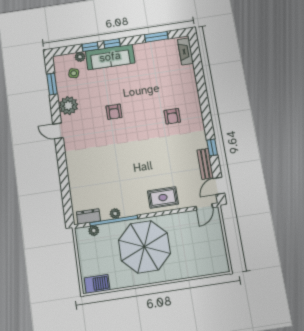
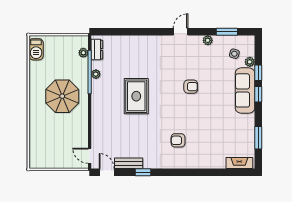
plant: (68, 106) -> (208, 40), width x0.53, depth x0.53
armchair: (114, 112) -> (191, 87), turned 180
rug: (163, 198) -> (136, 96), moved, width x1.36, depth x1.43
parasol: (144, 247) -> (62, 96), width x0.73, depth x0.73

